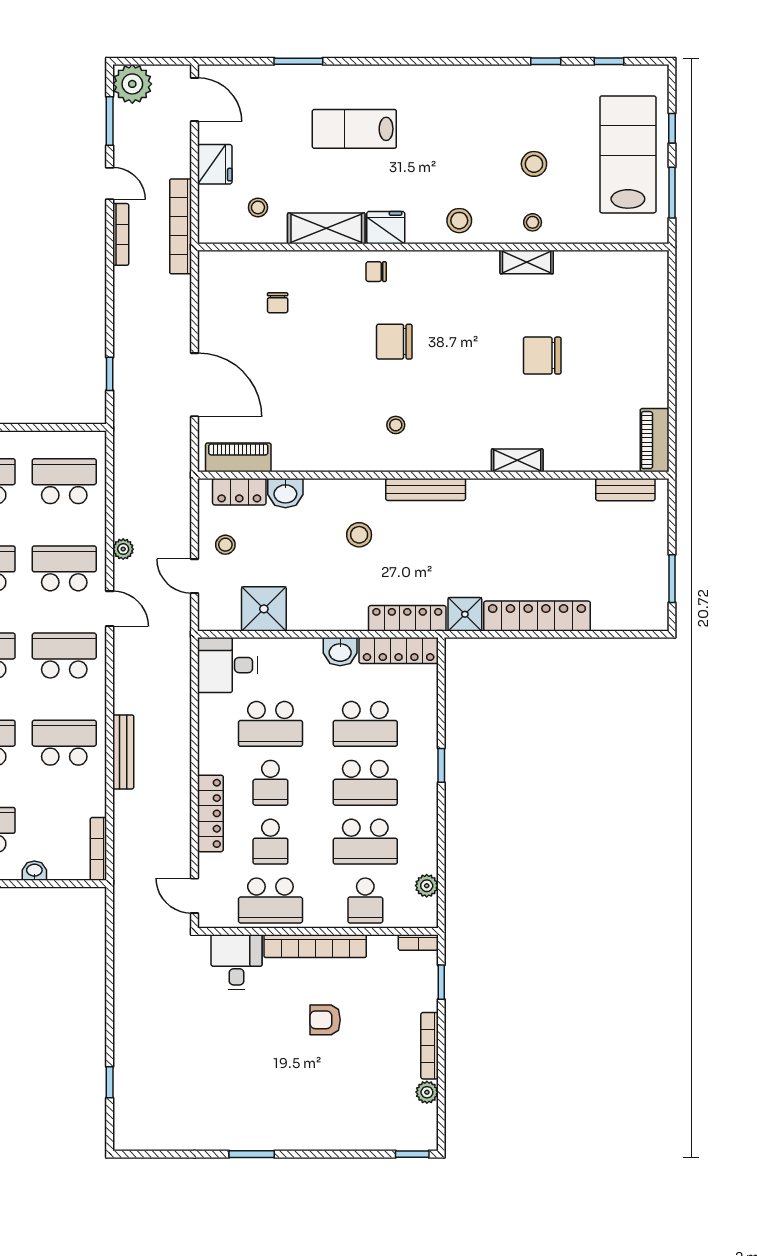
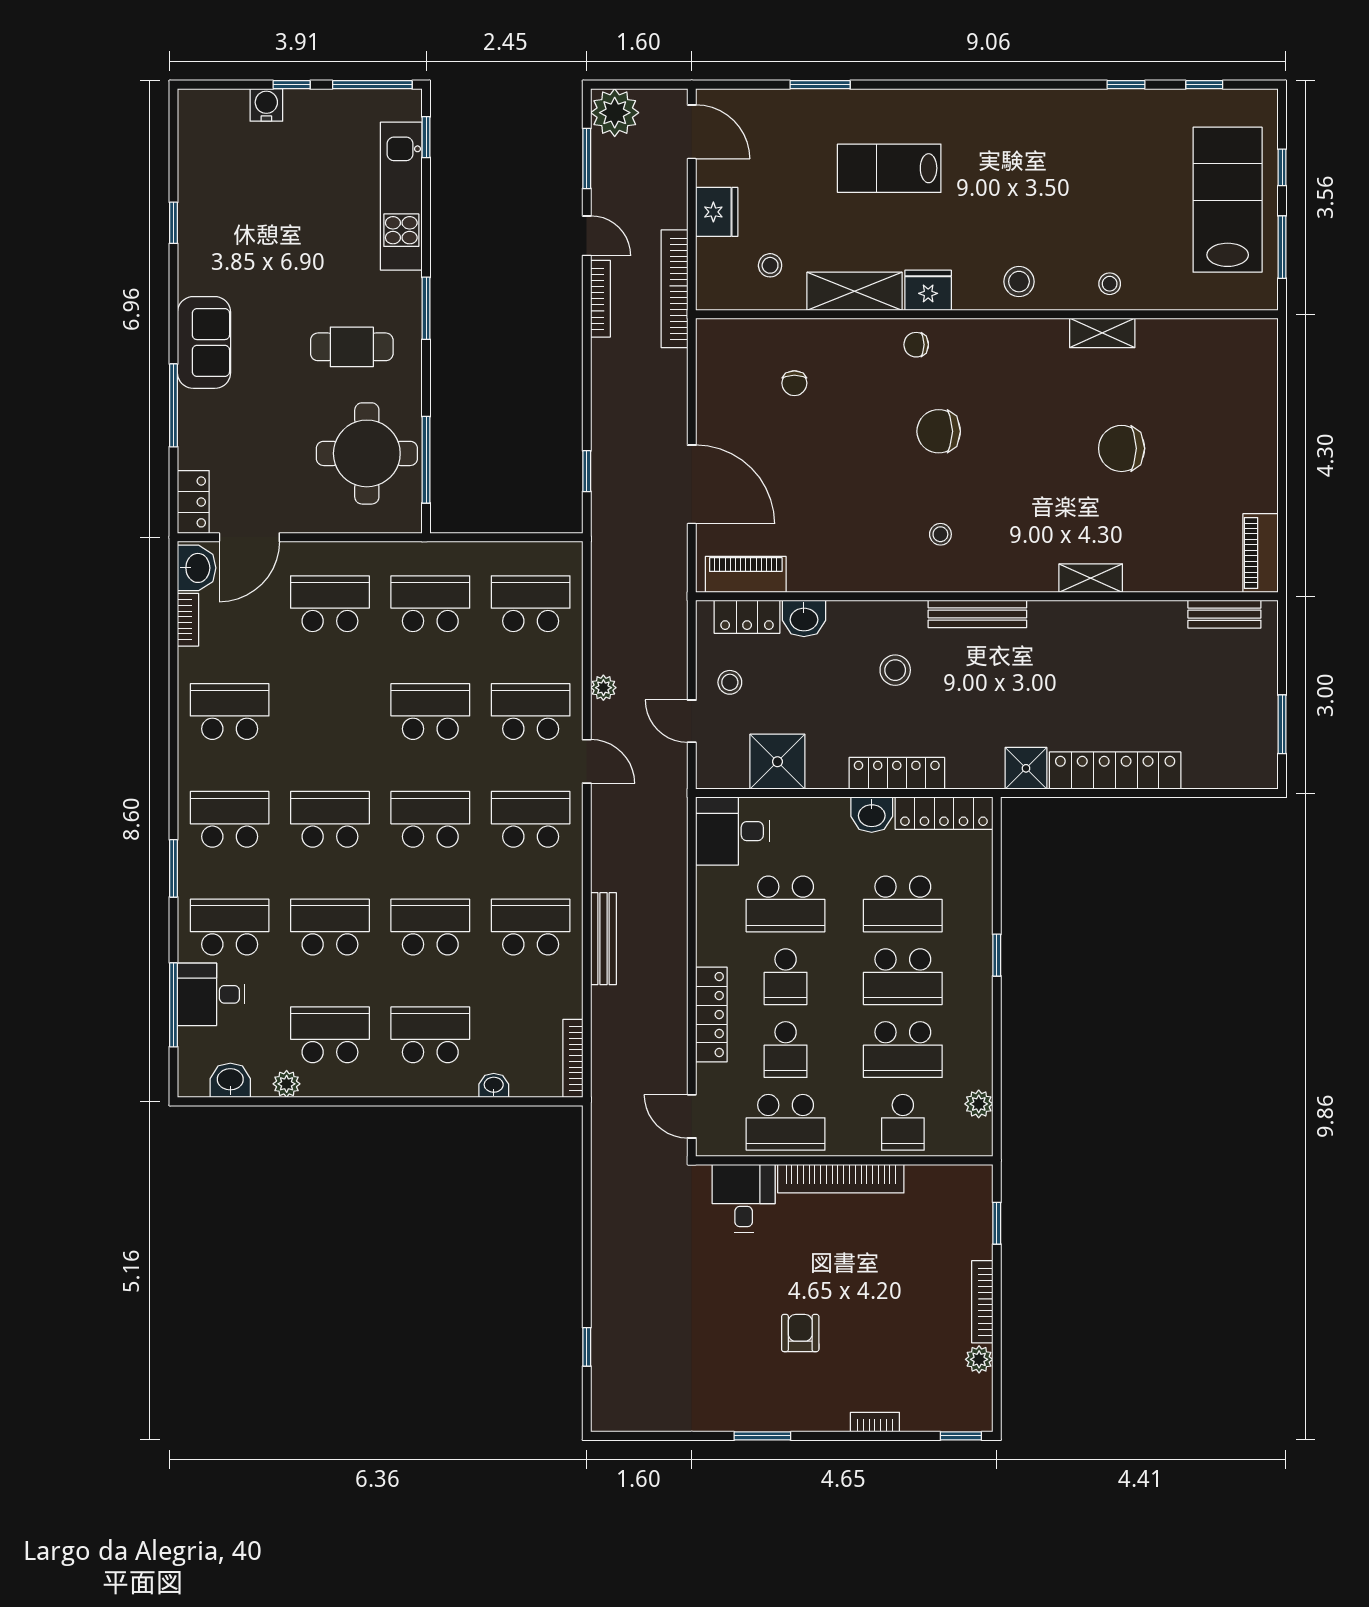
stool: (534, 164) -> (1111, 211), removed
locker: (407, 618) -> (897, 773), moved
bookcase: (418, 942) -> (875, 1422), moved, turned 180
armchair: (325, 1020) -> (800, 1333), moved, turned 90

